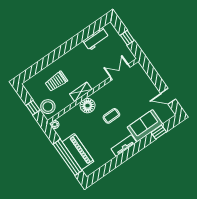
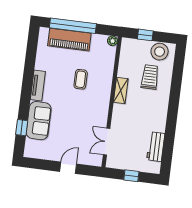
double door: (120, 72) -> (107, 142), swing flipped
door: (168, 96) -> (68, 168), moved
floor lamp: (88, 106) -> (103, 85), removed
stool: (48, 107) -> (160, 52), moved
coffee table: (111, 116) -> (81, 79), moved

